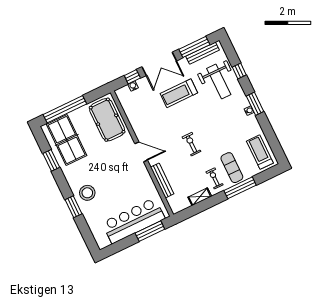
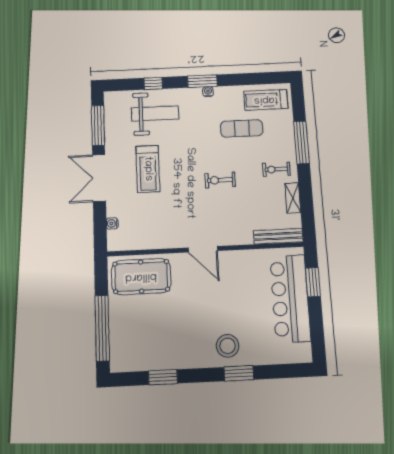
bench: (203, 53) -> (110, 119), removed
double door: (159, 64) -> (99, 178), swing flipped
window: (132, 77) -> (100, 219), removed
table tennis table: (67, 140) -> (144, 344), removed
door: (141, 152) -> (203, 249), swing flipped
exercise mat: (232, 168) -> (242, 128), moved
bench: (162, 180) -> (278, 236), moved
window: (150, 231) -> (313, 282), width x0.69

